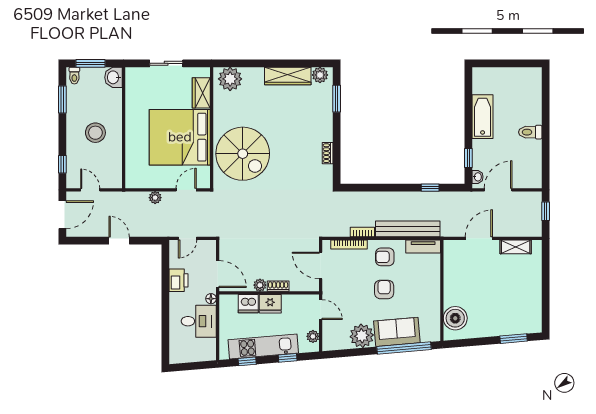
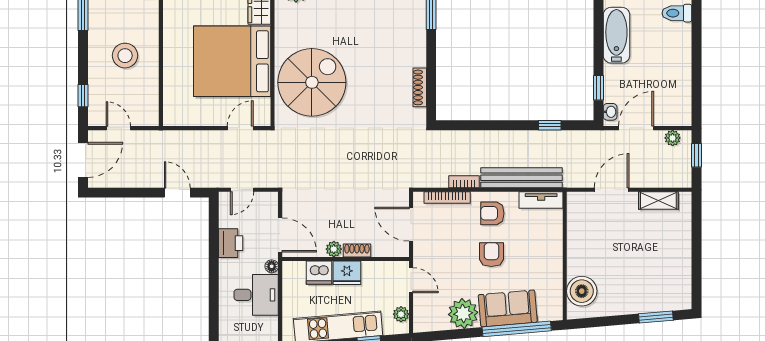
toilet: (530, 132) -> (677, 13), moved
shoe rack: (328, 153) -> (420, 87), width x1.43
spiral stairs: (243, 154) -> (312, 82), turned -90
plant: (155, 198) -> (673, 138), moved
door: (119, 241) -> (177, 193), moved

